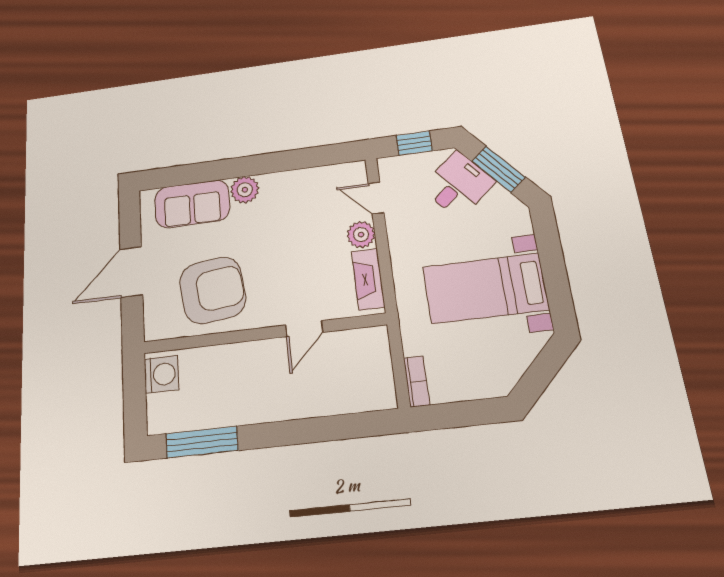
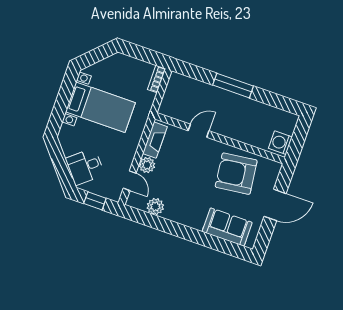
window: (498, 169) -> (60, 165), removed
plant: (245, 190) -> (155, 206), moved
window: (202, 442) -> (233, 86), moved

